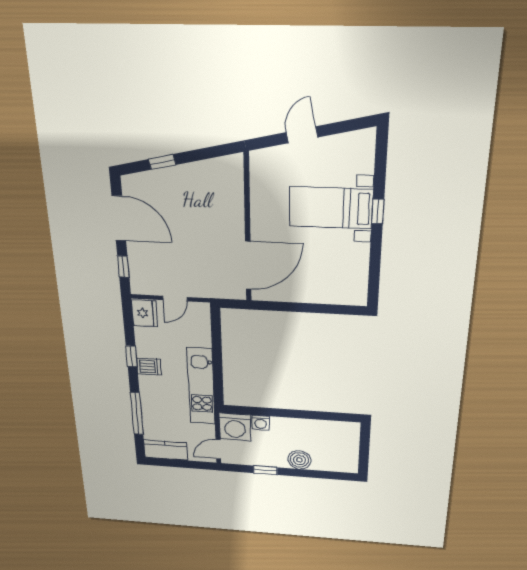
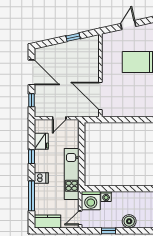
window: (162, 162) -> (73, 37), moved
door: (248, 265) -> (100, 96), swing flipped
fridge: (144, 313) -> (41, 141), moved
dishwasher: (149, 366) -> (41, 178), moved

